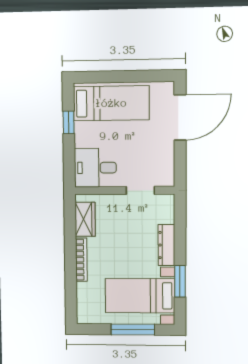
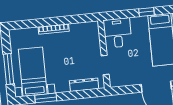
wardrobe: (85, 219) -> (82, 29), removed
dresser: (166, 245) -> (84, 85), moved

